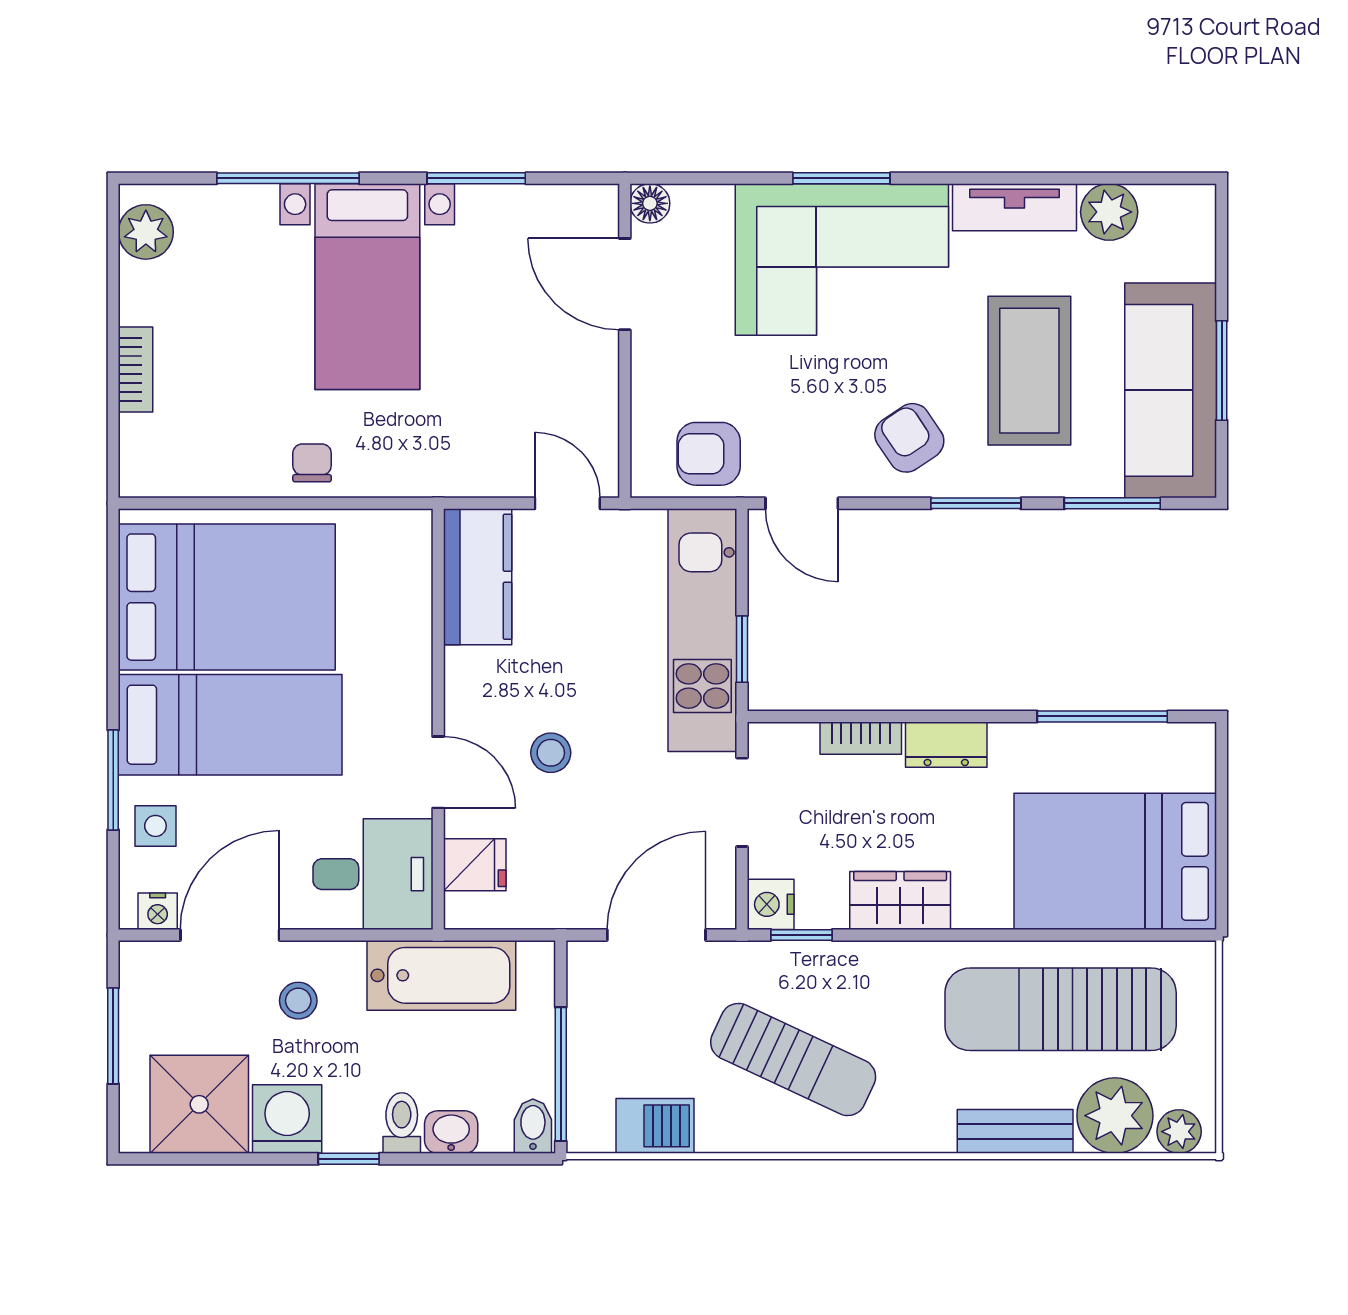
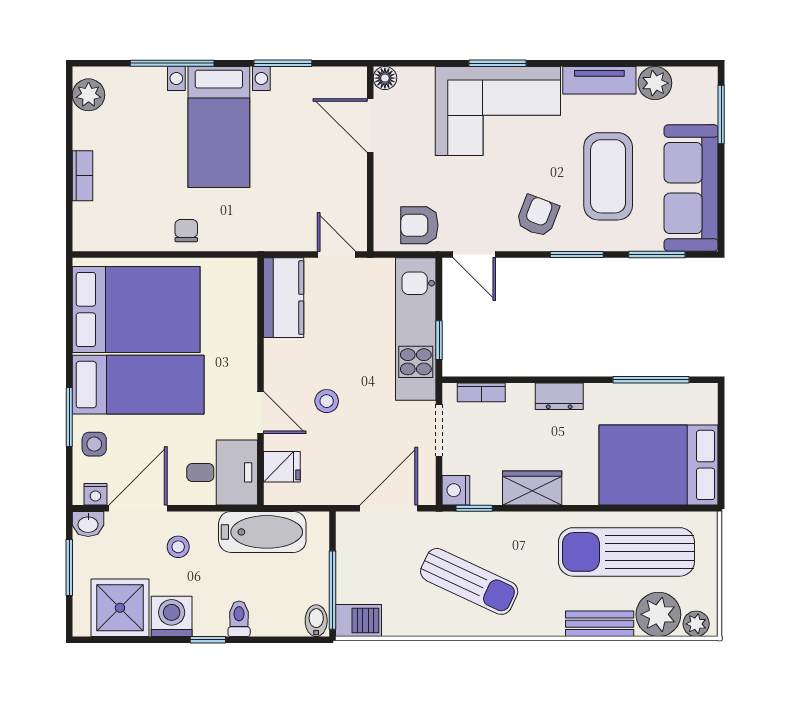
window: (1222, 371) -> (721, 114), moved
armchair: (909, 438) -> (537, 216), turned 55
bookcase: (861, 738) -> (481, 392), moved
barbecue: (655, 1126) -> (359, 620), moved
washbasin: (451, 1132) -> (88, 524), moved, turned 180

